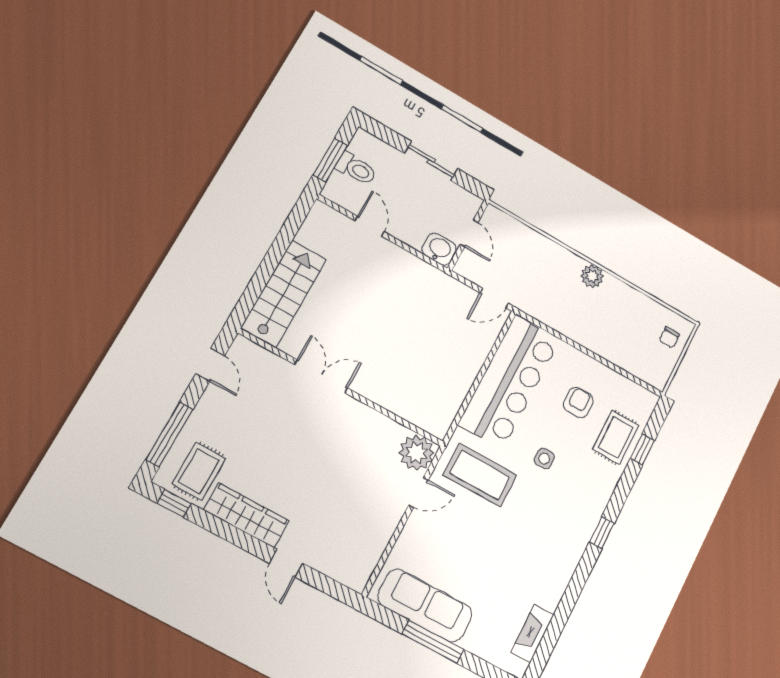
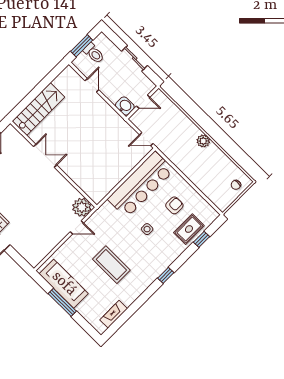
door: (469, 233) -> (143, 102), hinge flipped
coffee table: (480, 475) -> (111, 265), moved

